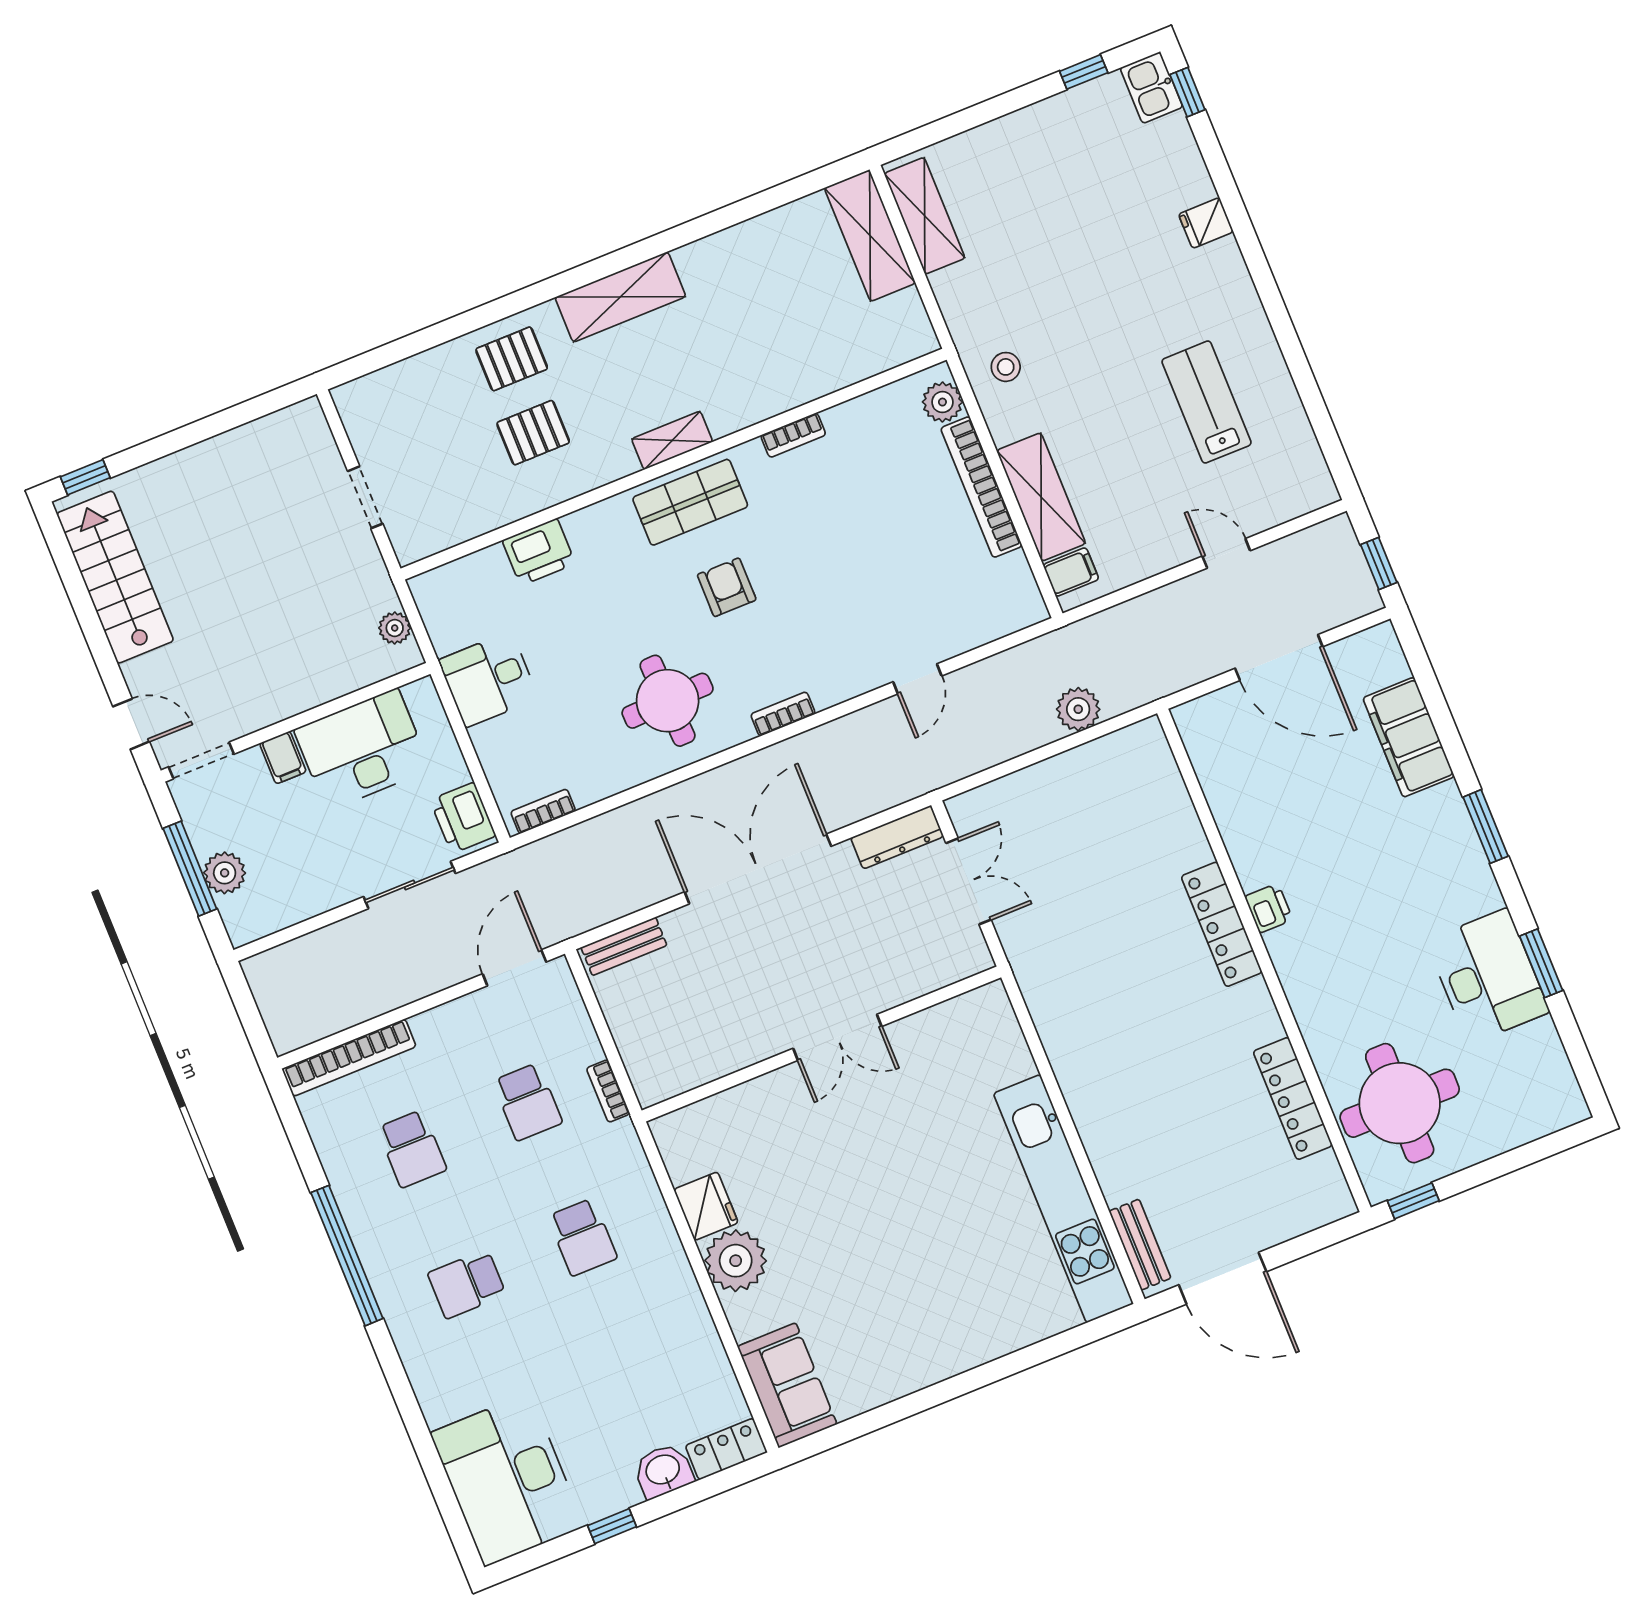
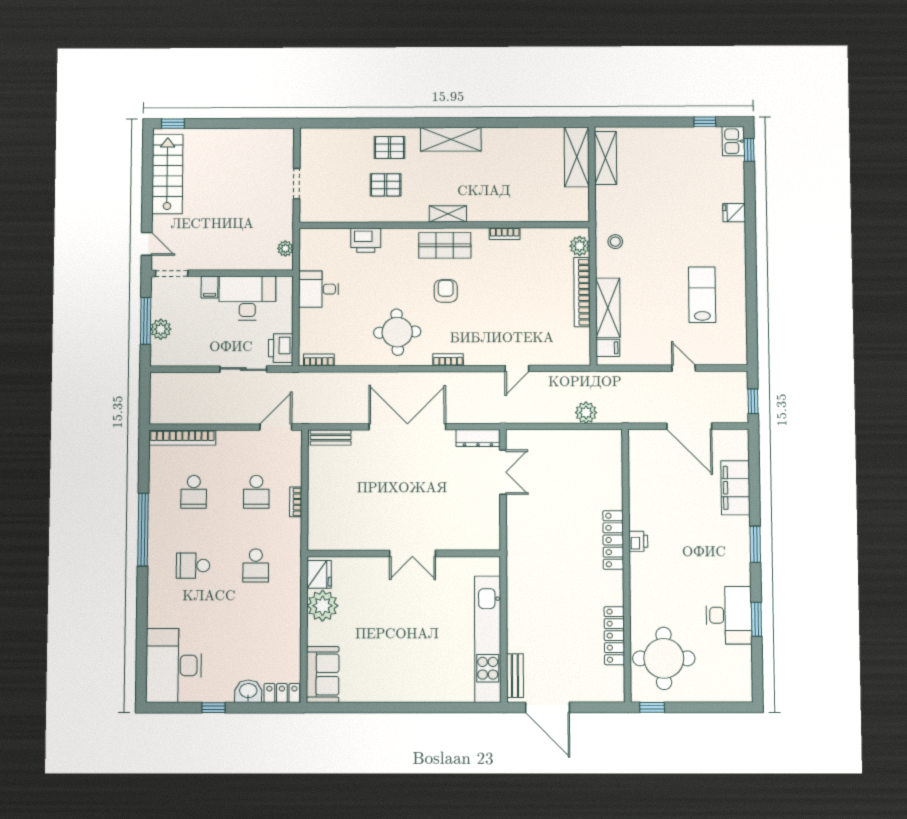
double door: (837, 1037) -> (412, 553), moved
wall: (821, 1044) -> (404, 553), moved

